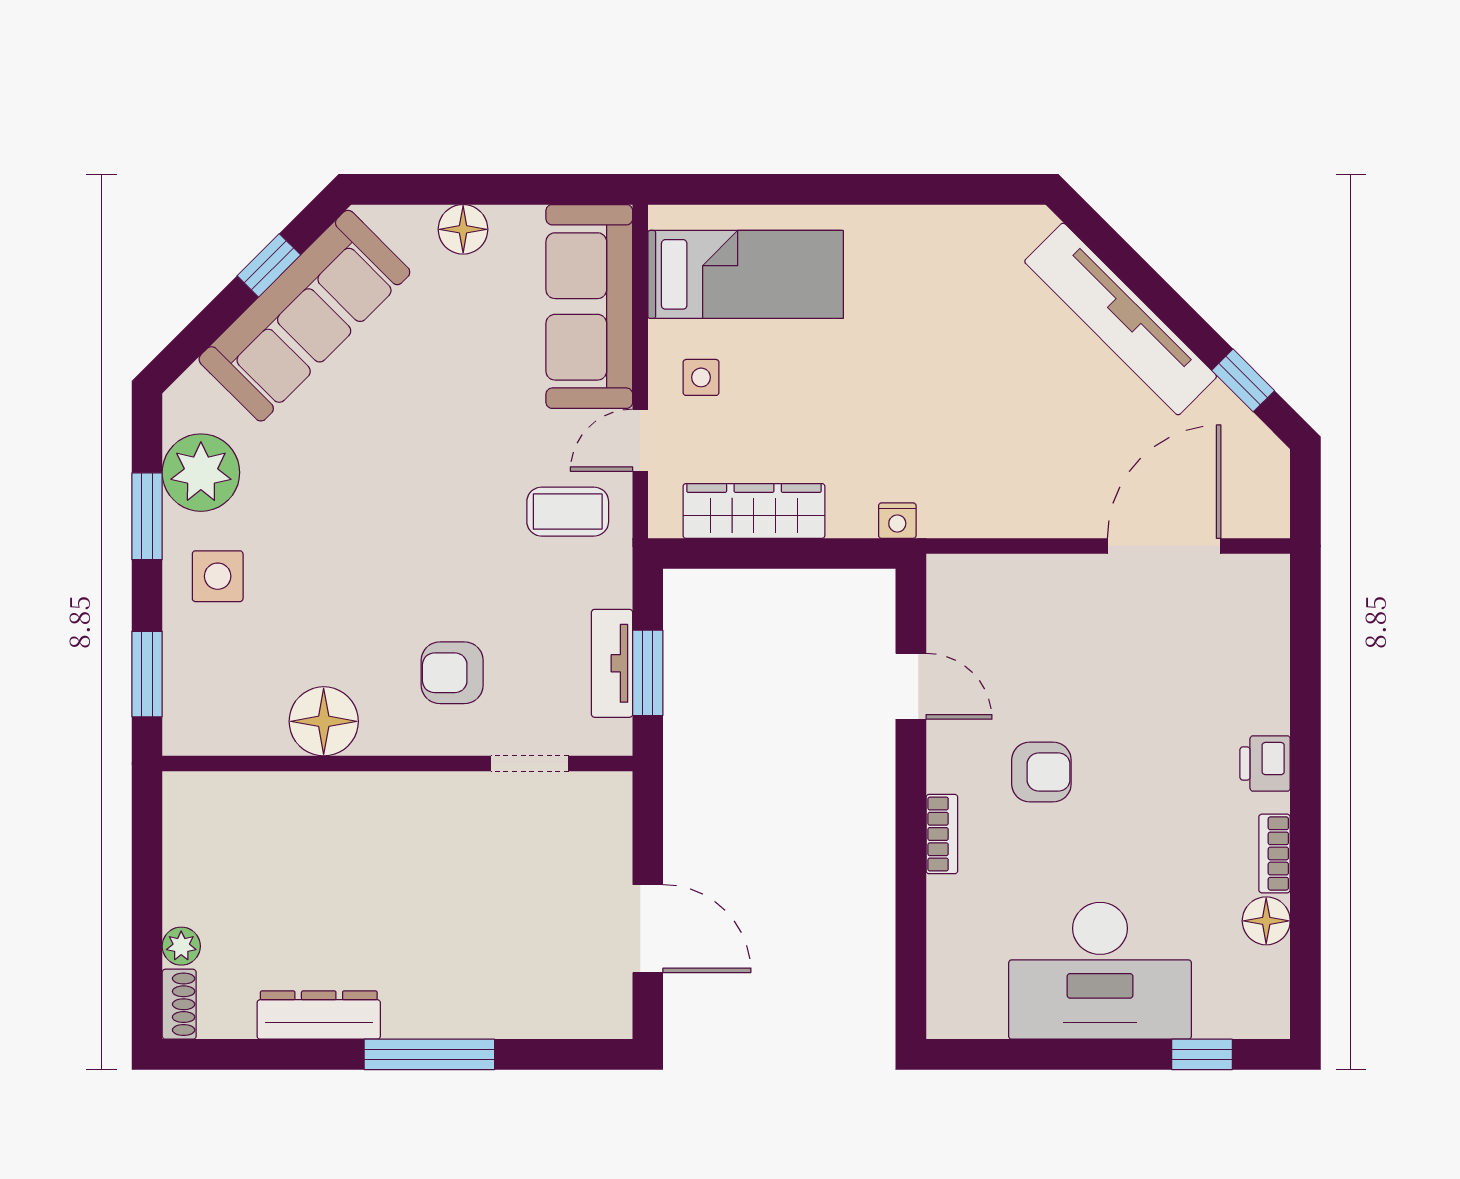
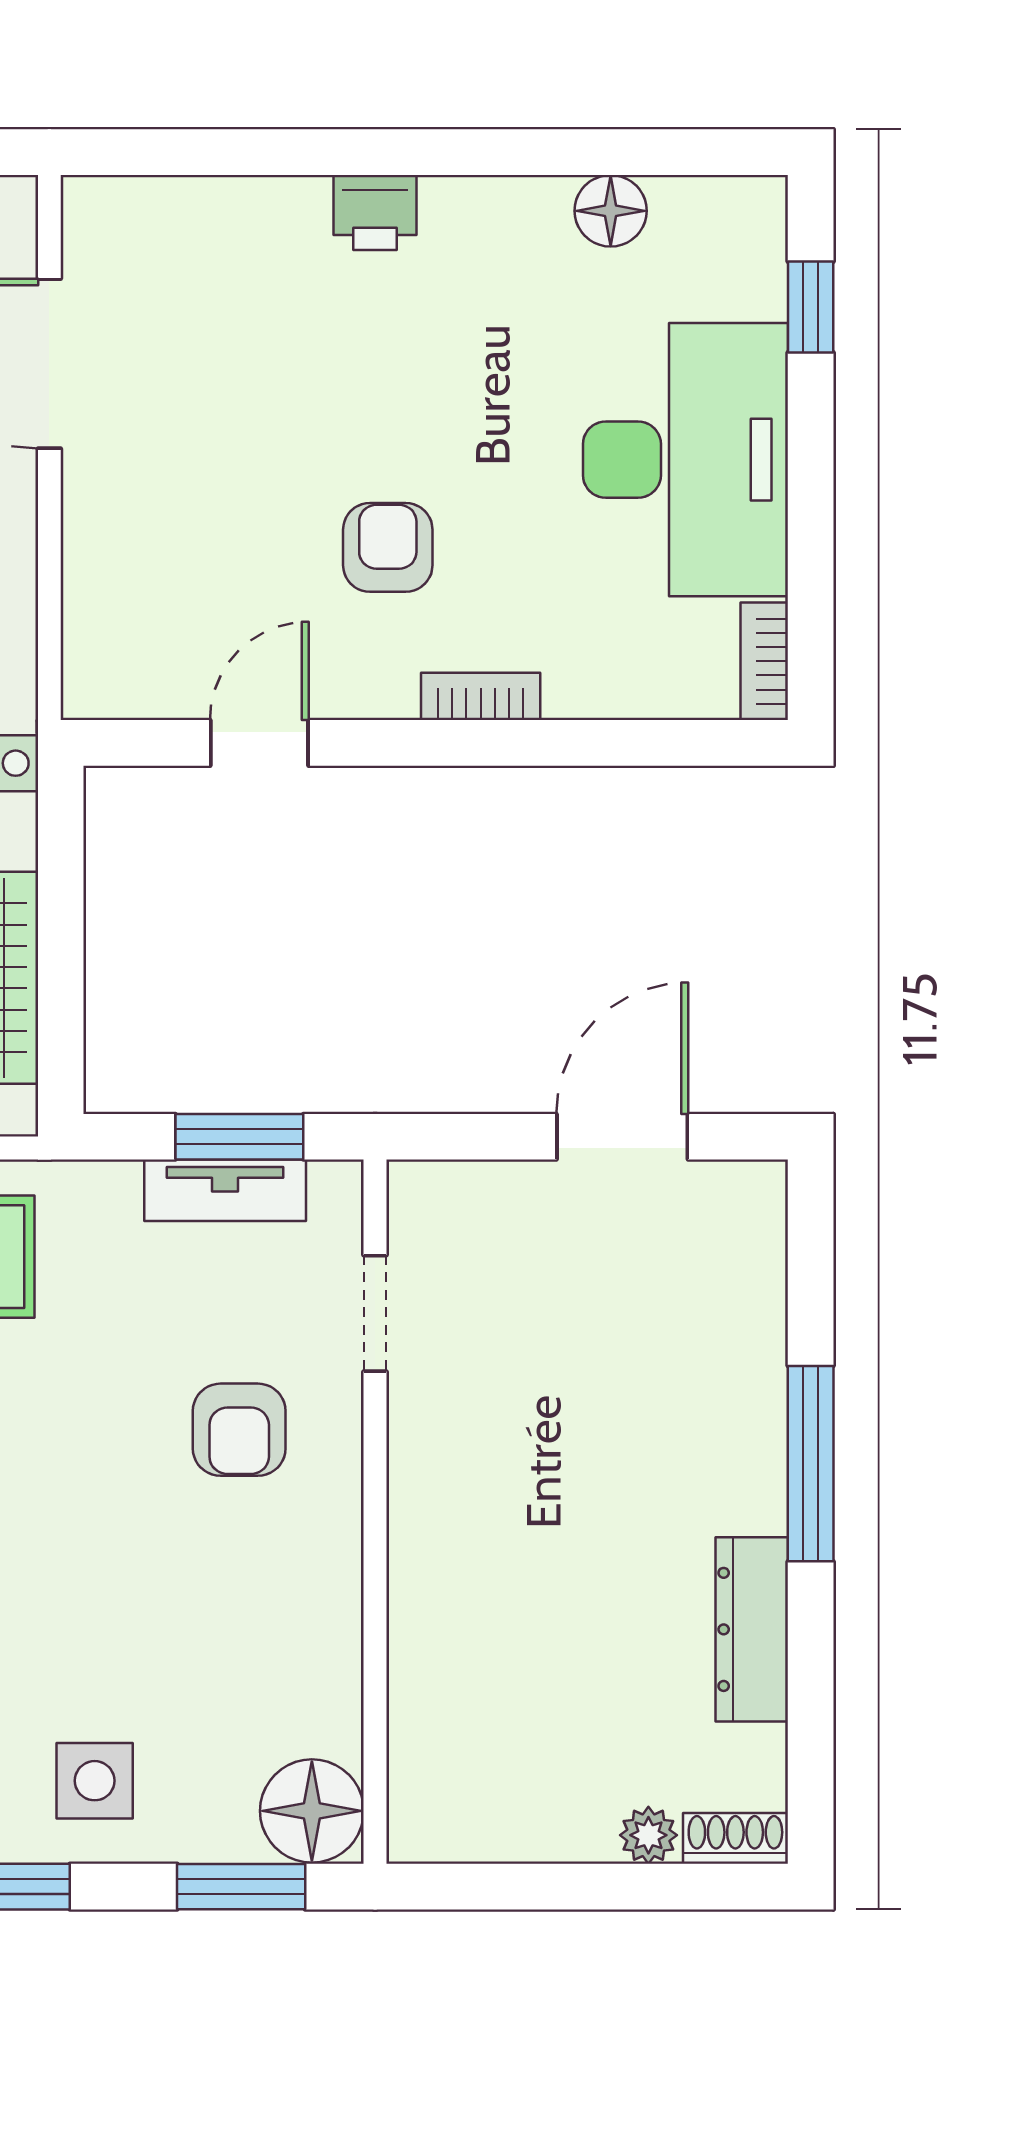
floor lamp: (324, 721) -> (312, 1811), moved
bookcase: (1275, 853) -> (764, 661), moved, turned 90

